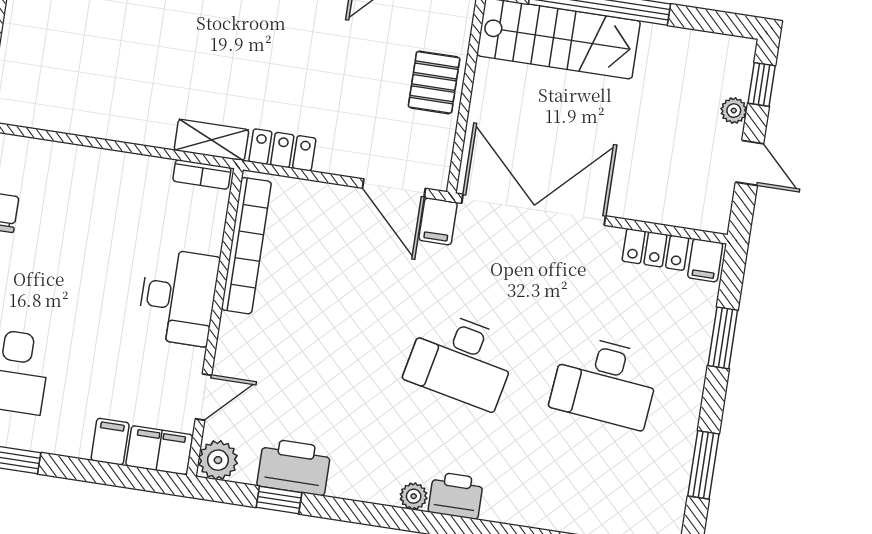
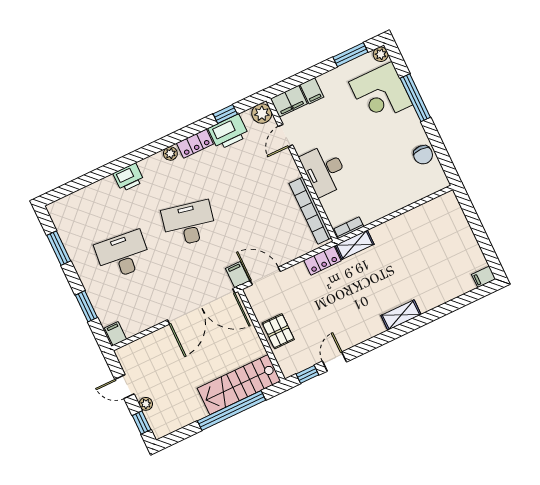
locker: (655, 249) -> (195, 144), moved, turned 180
printer: (456, 495) -> (129, 177), moved

